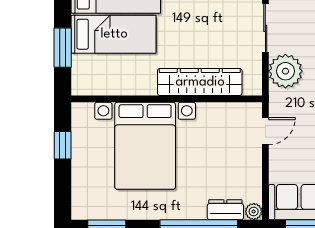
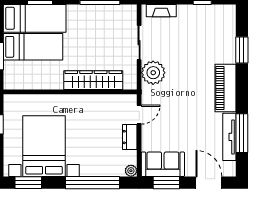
bed with nightstands: (145, 146) -> (44, 146), moved, turned 180
dresser: (225, 210) -> (130, 137), moved, turned -90

